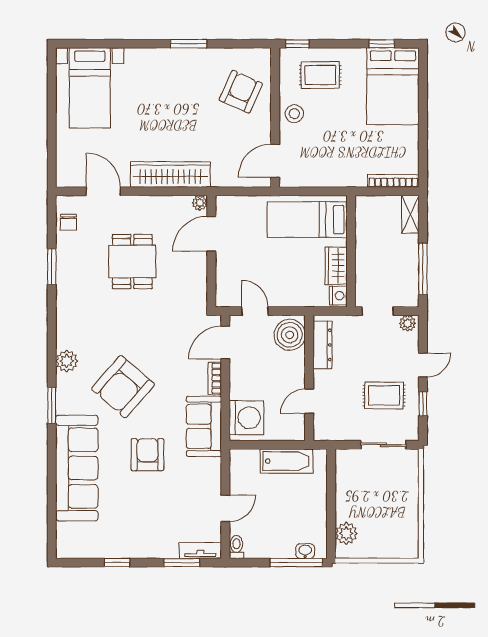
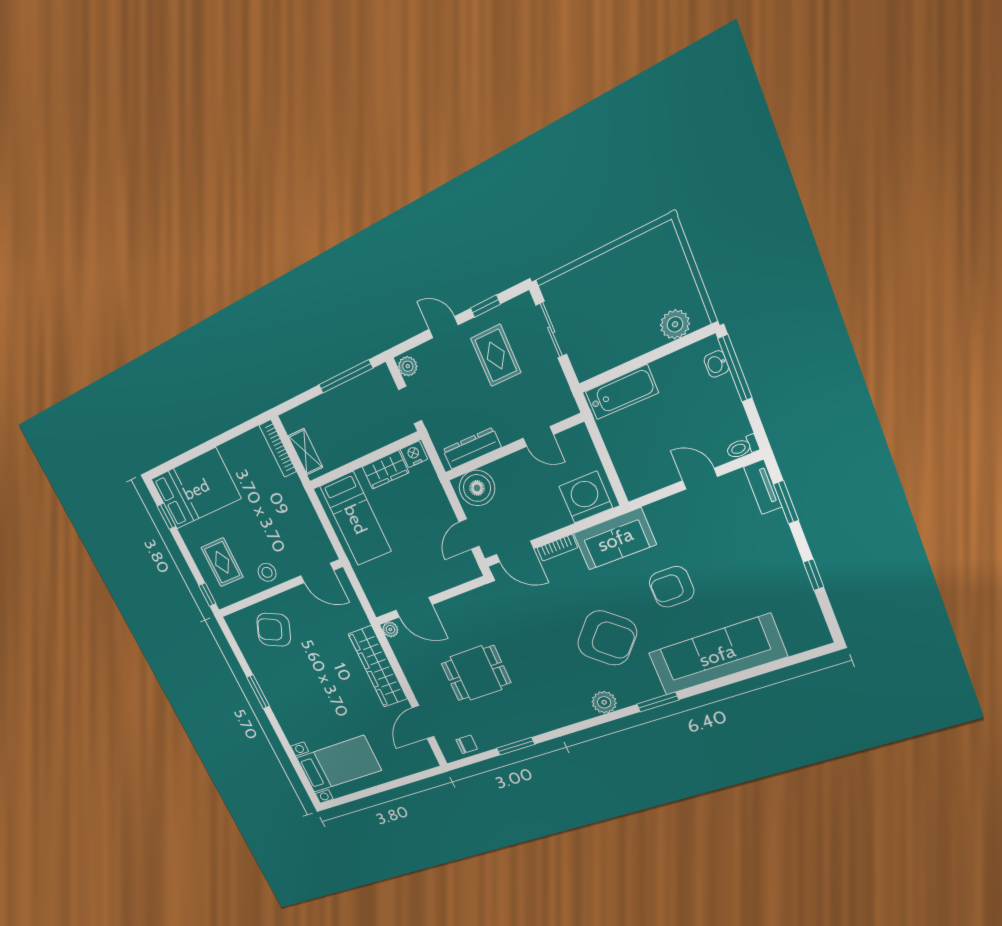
shelving: (410, 214) -> (305, 452), moved, turned 90
bathtub: (287, 461) -> (622, 392), moved, turned 90

